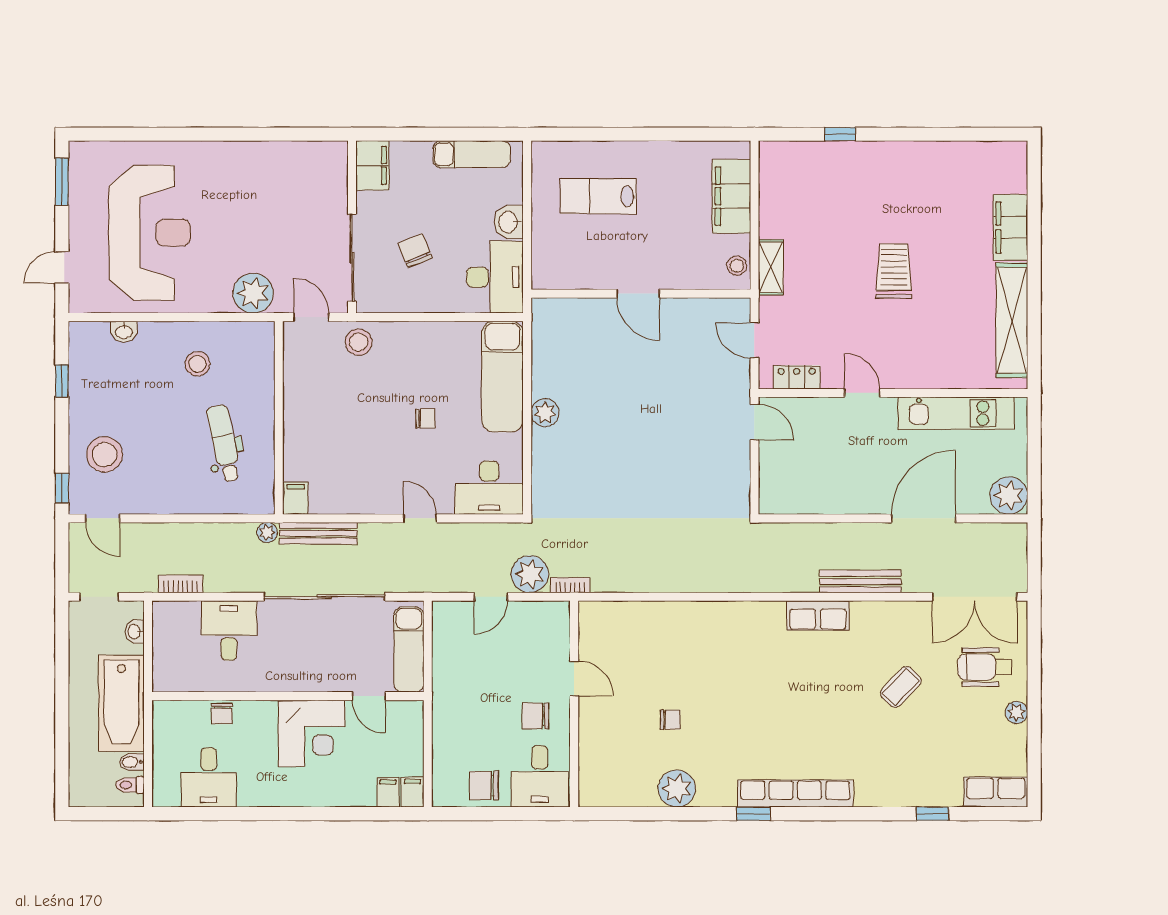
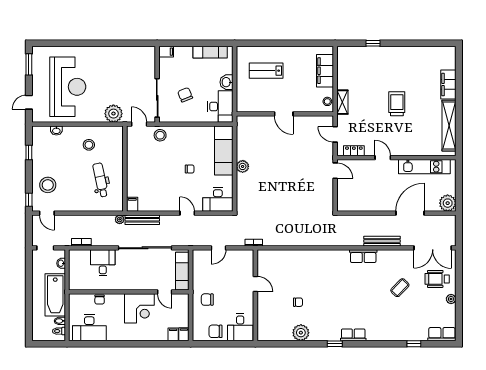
filing cabinet: (372, 165) -> (166, 52), width x0.50
plant: (530, 574) -> (236, 238), removed
chair: (535, 716) -> (207, 300), moved
desk: (209, 777) -> (89, 328), width x1.37
row of seats: (795, 794) -> (353, 335), width x0.50

